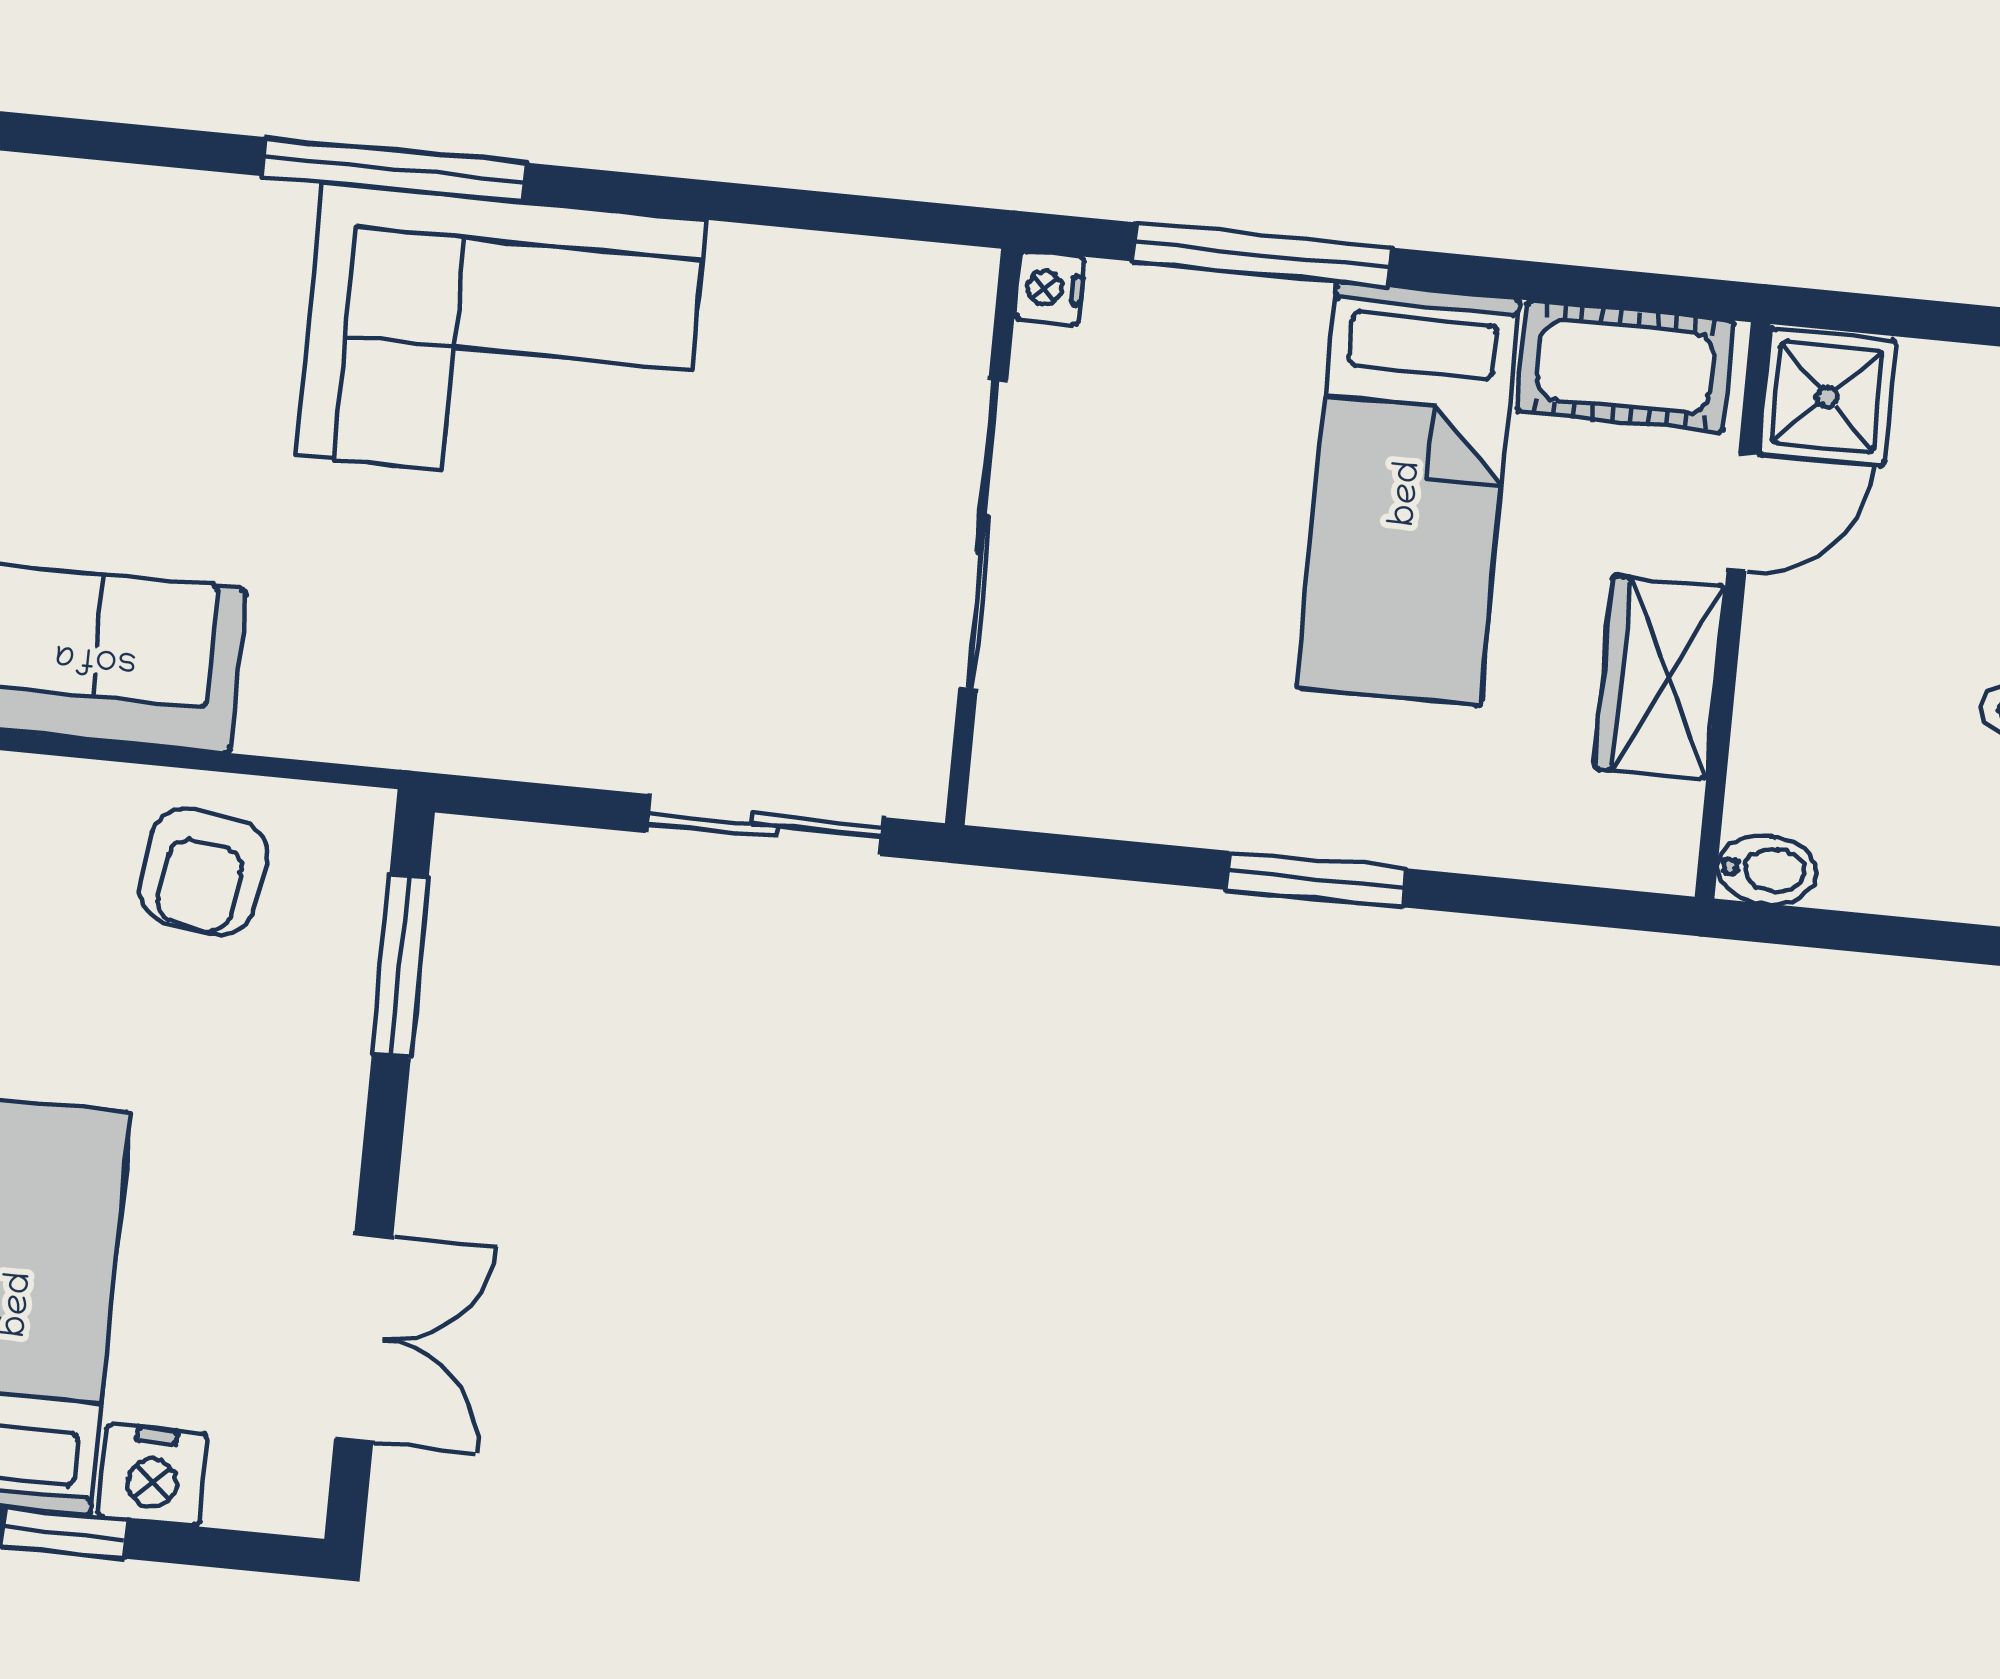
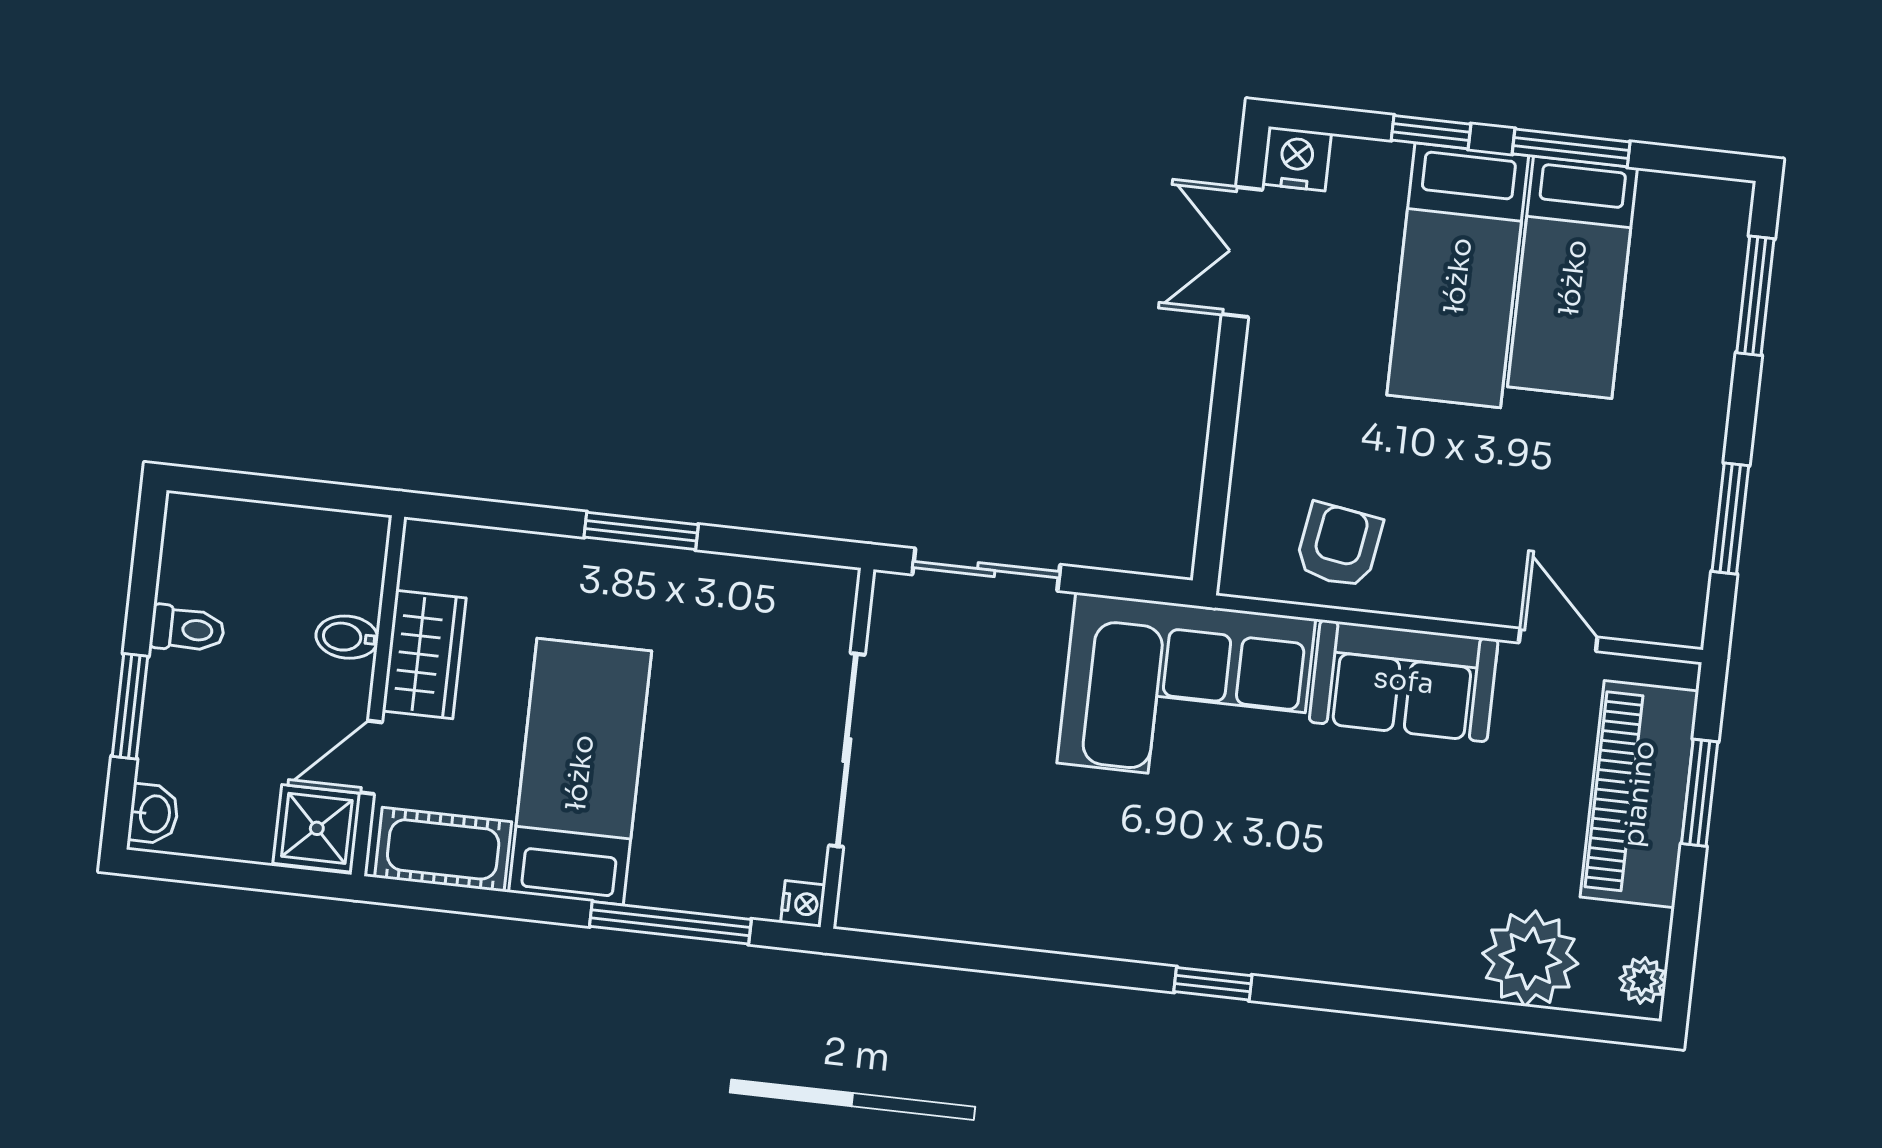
window: (394, 169) -> (1213, 984), width x0.46
corner sofa: (501, 338) -> (1186, 691), moved, turned 180
bidet: (1767, 870) -> (347, 637), moved
window: (400, 966) -> (1216, 485), removed
nightstand: (153, 1475) -> (1297, 159), moved

